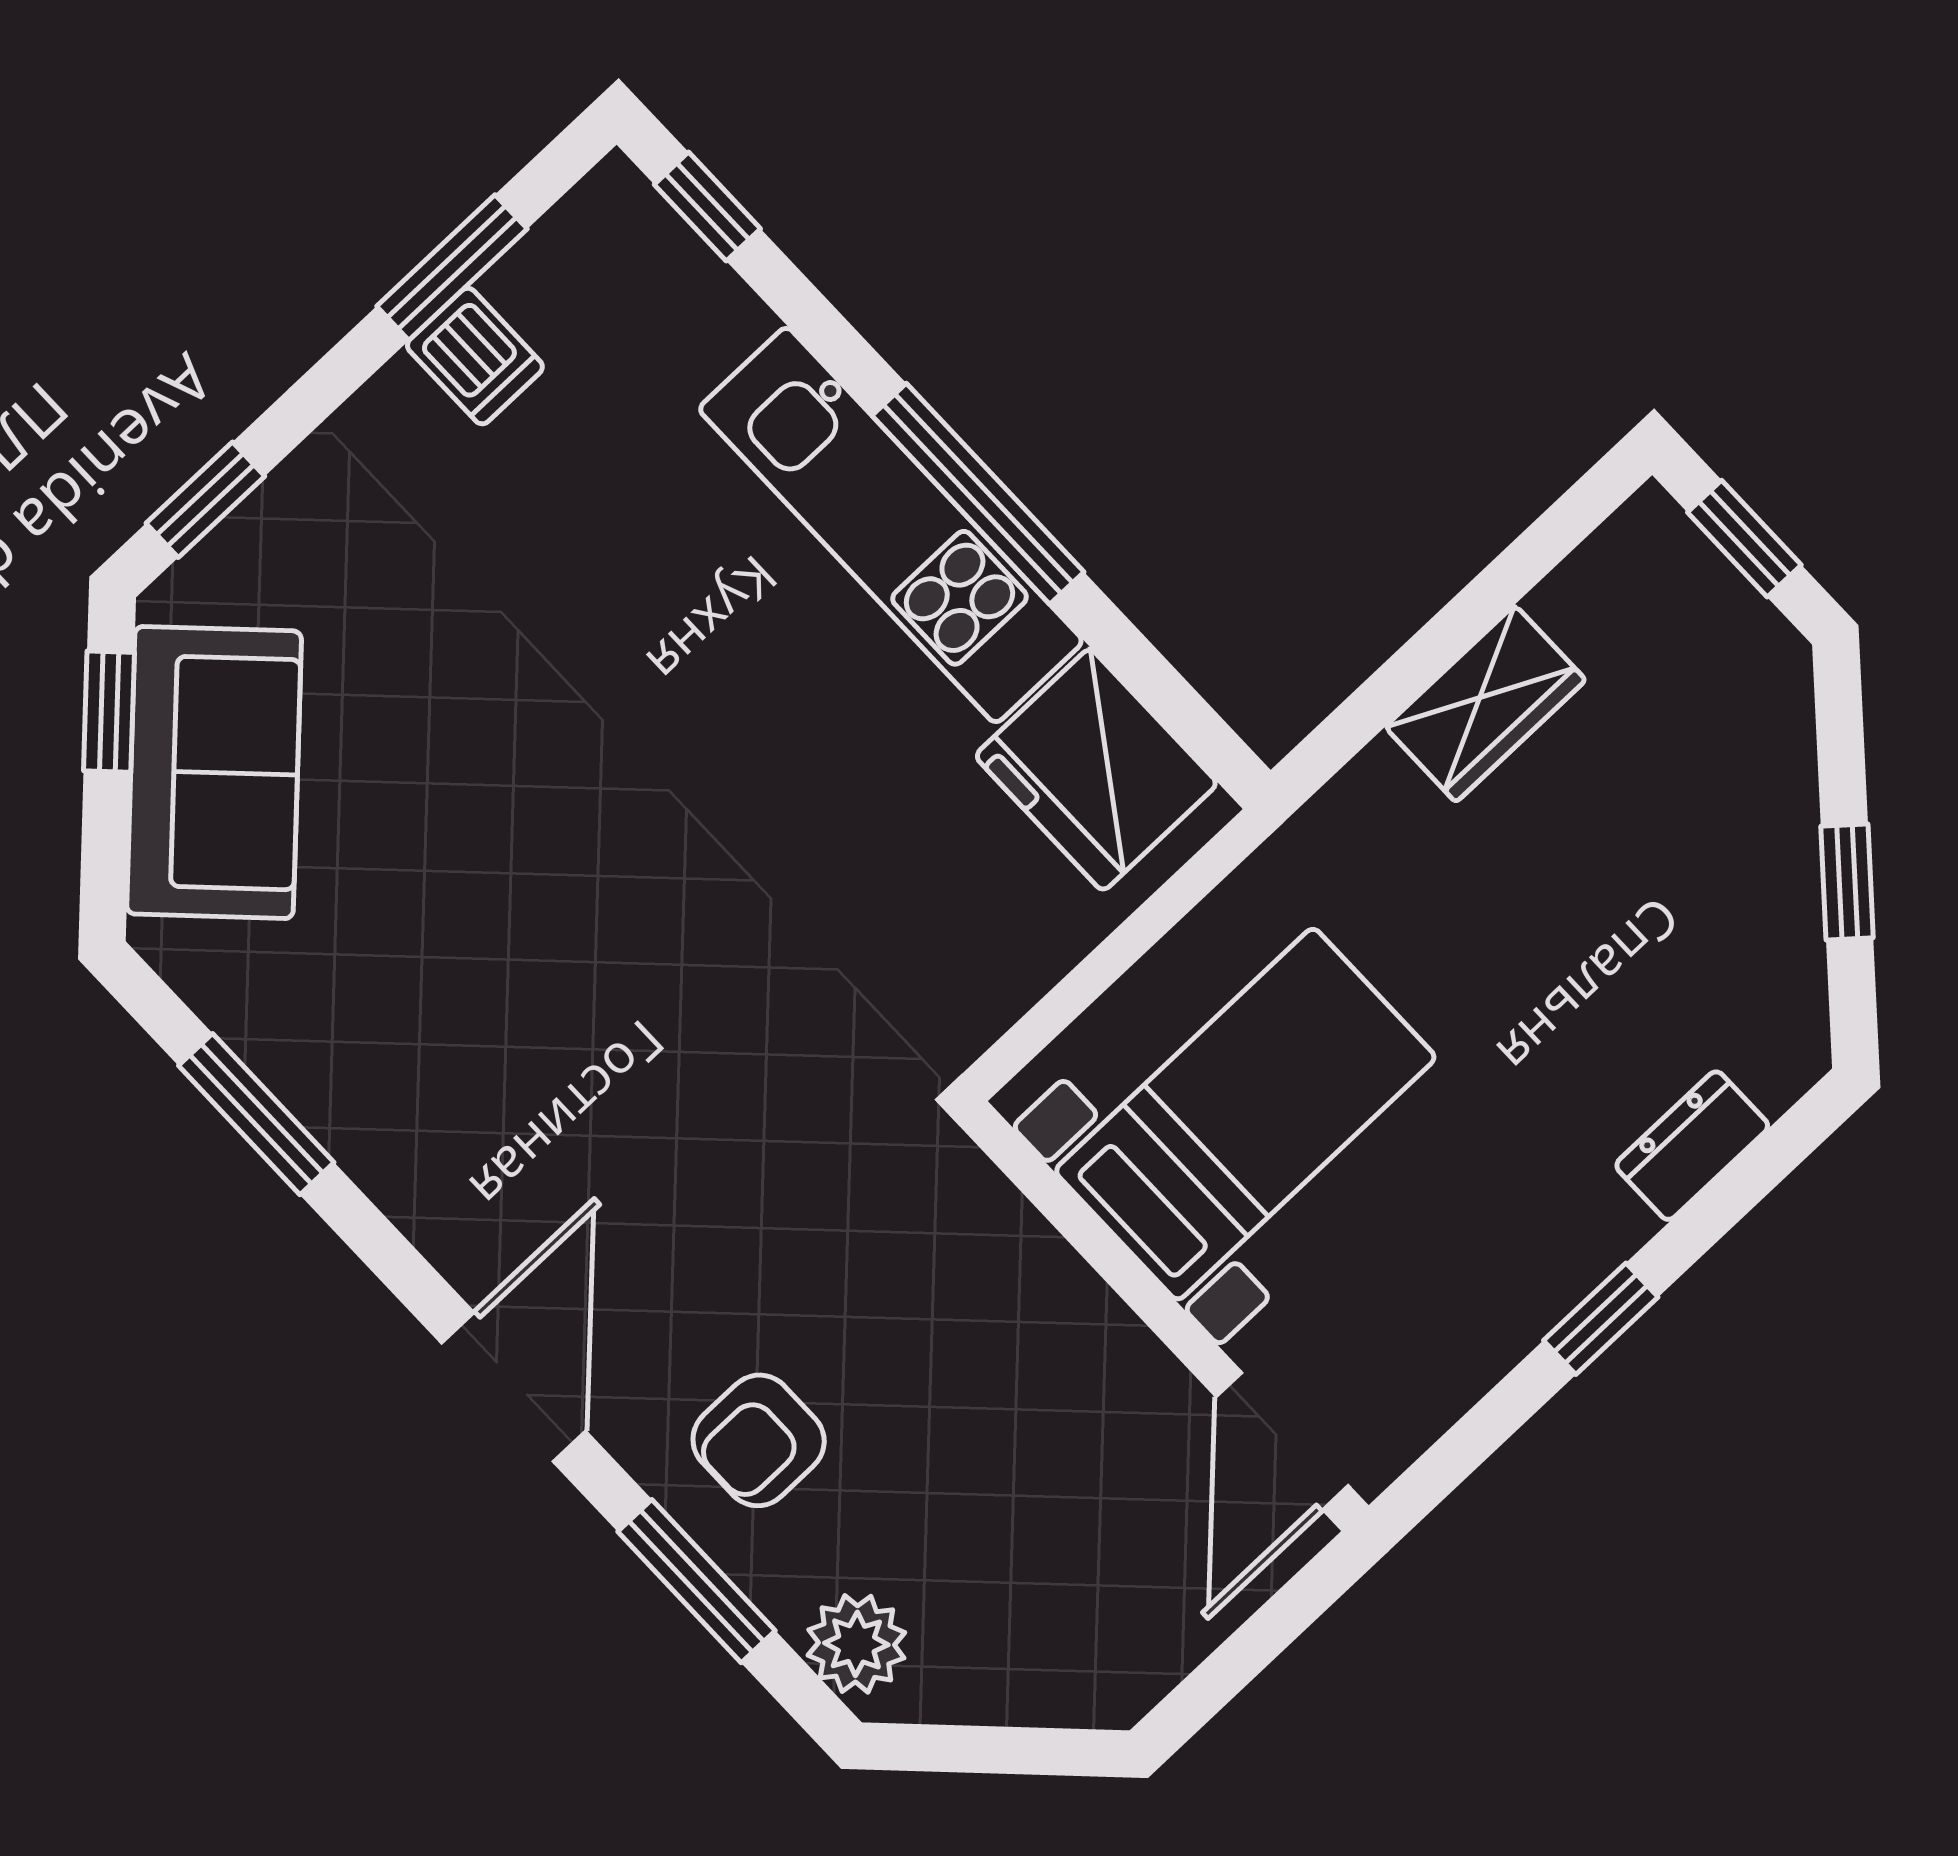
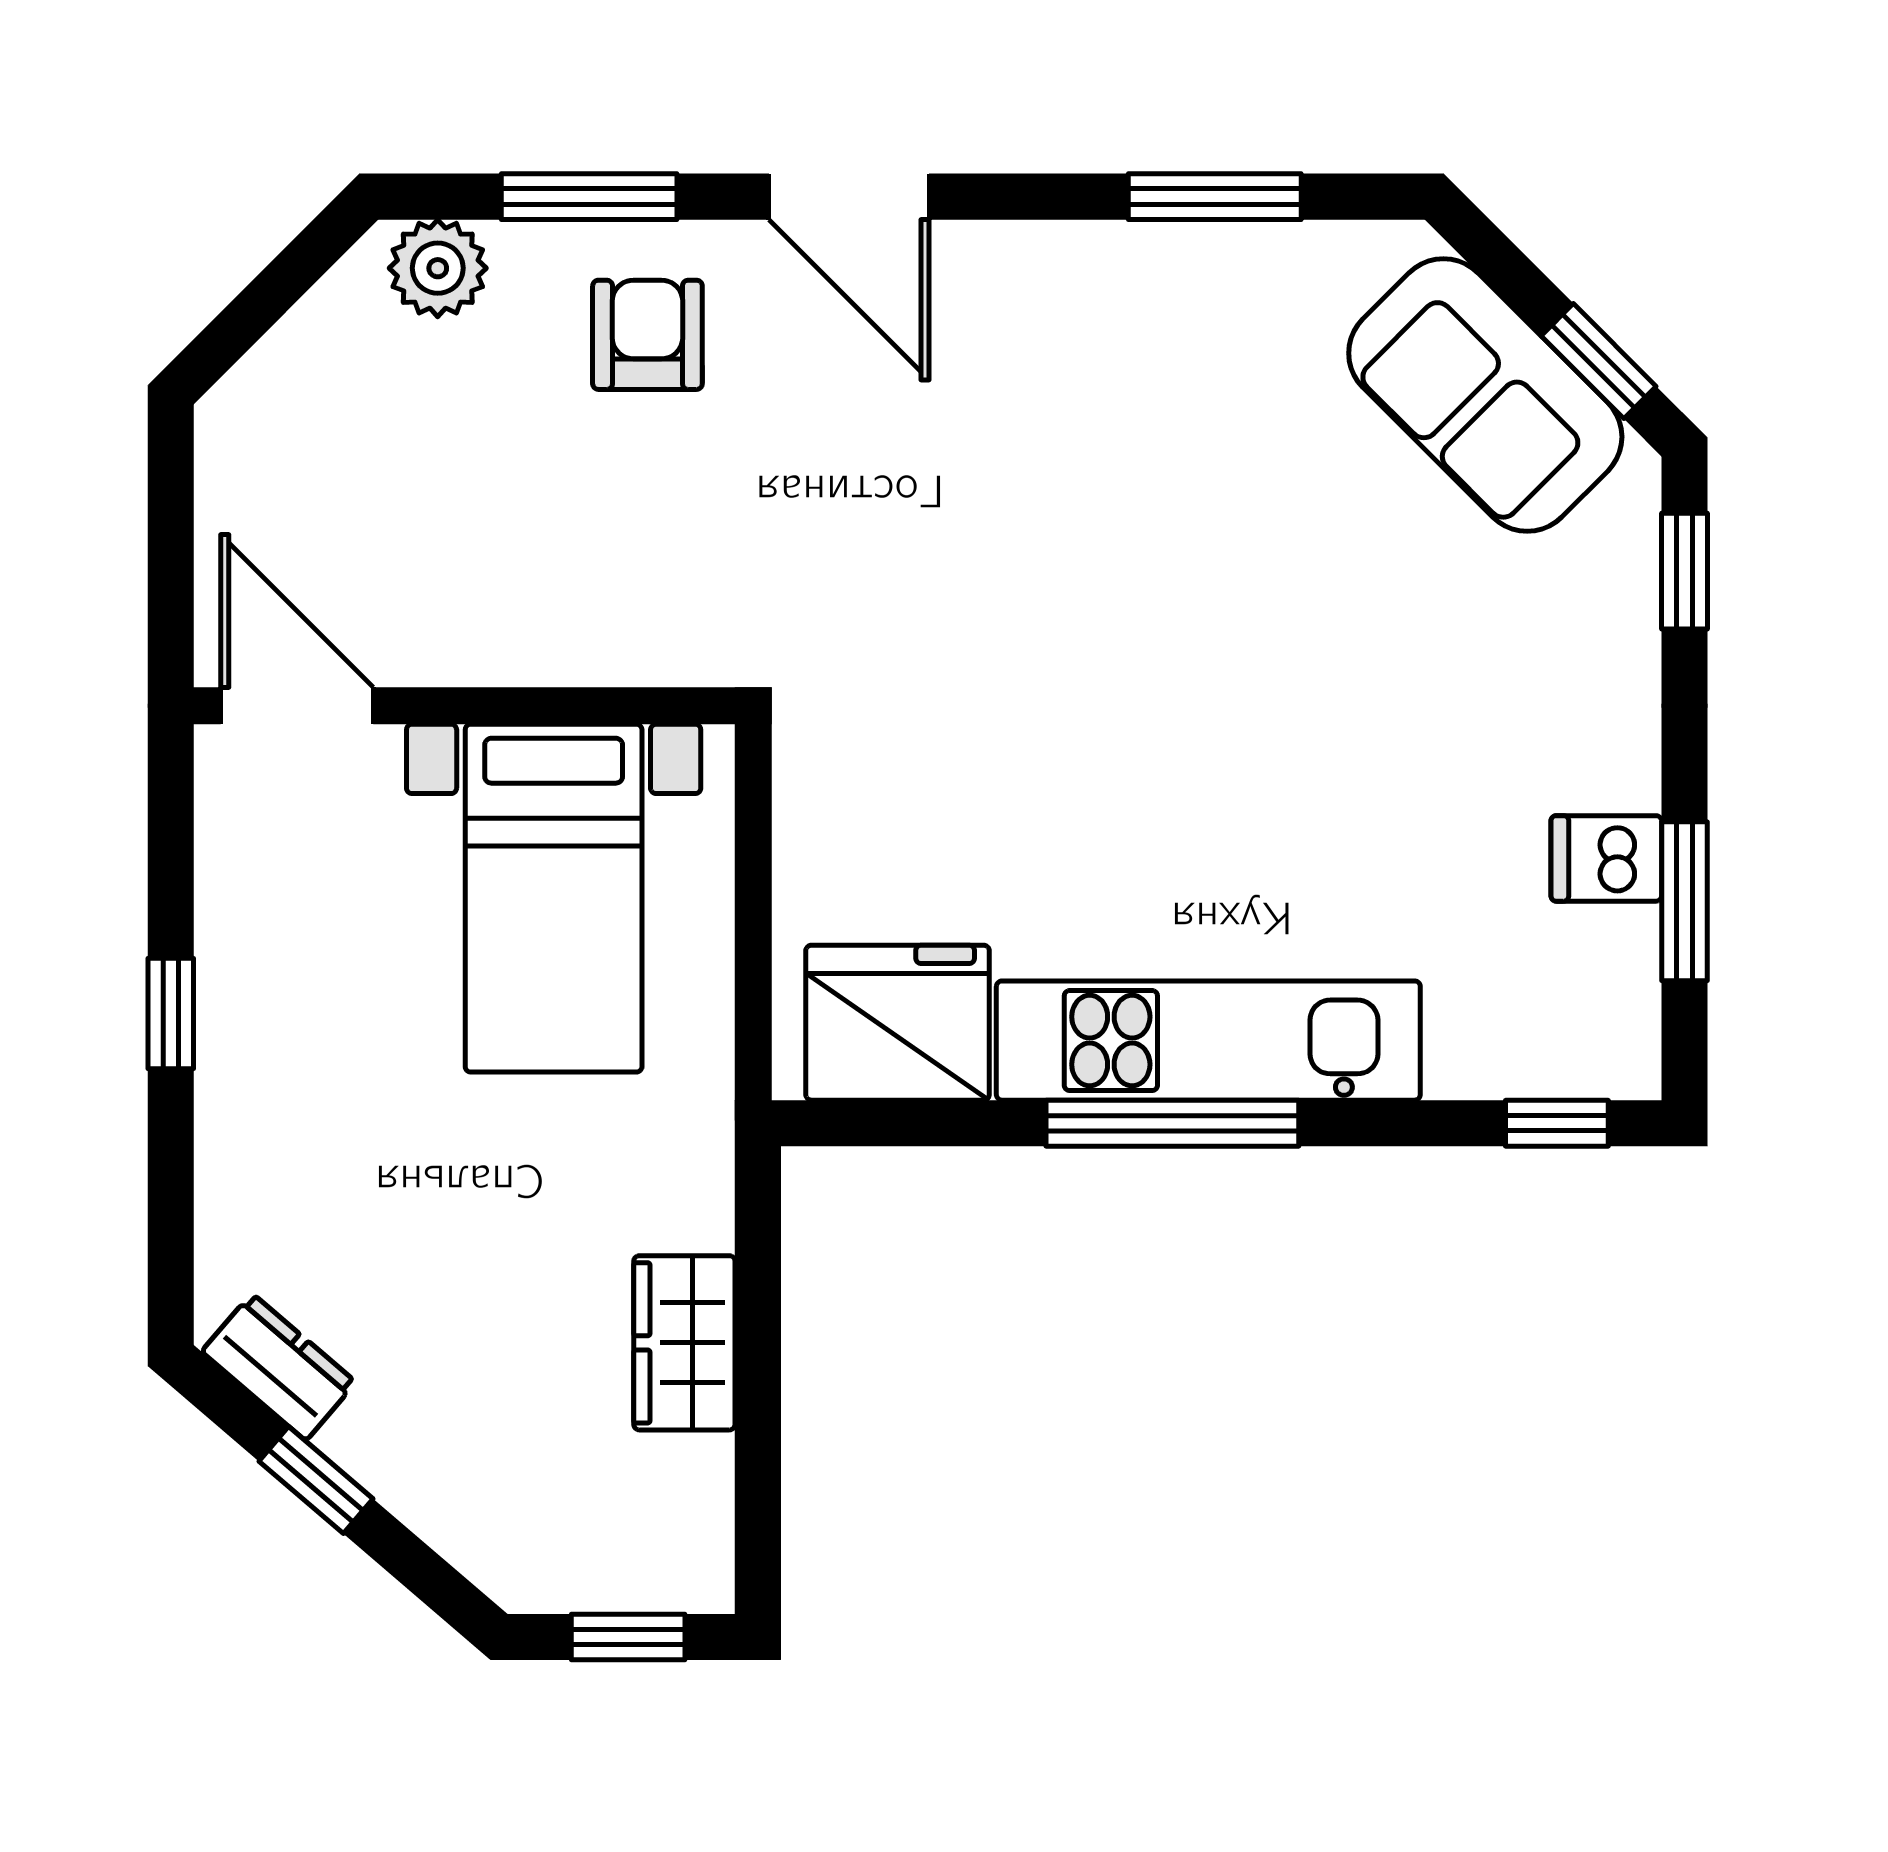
dresser: (1692, 1146) -> (279, 1367), moved, turned -49

